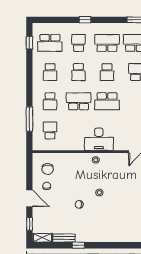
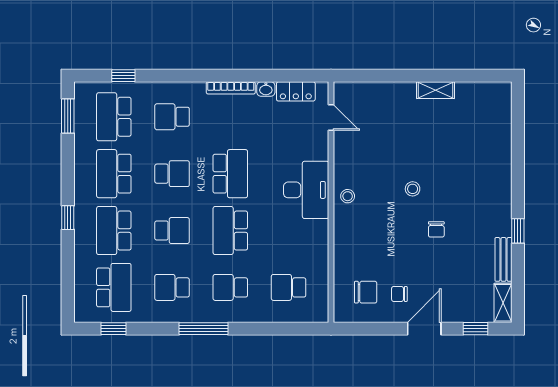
school desk: (78, 43) -> (114, 231), width x1.85
school desk: (50, 72) -> (172, 287), turned 180
school desk: (50, 101) -> (230, 287), turned 180
window: (29, 119) -> (204, 329), moved

